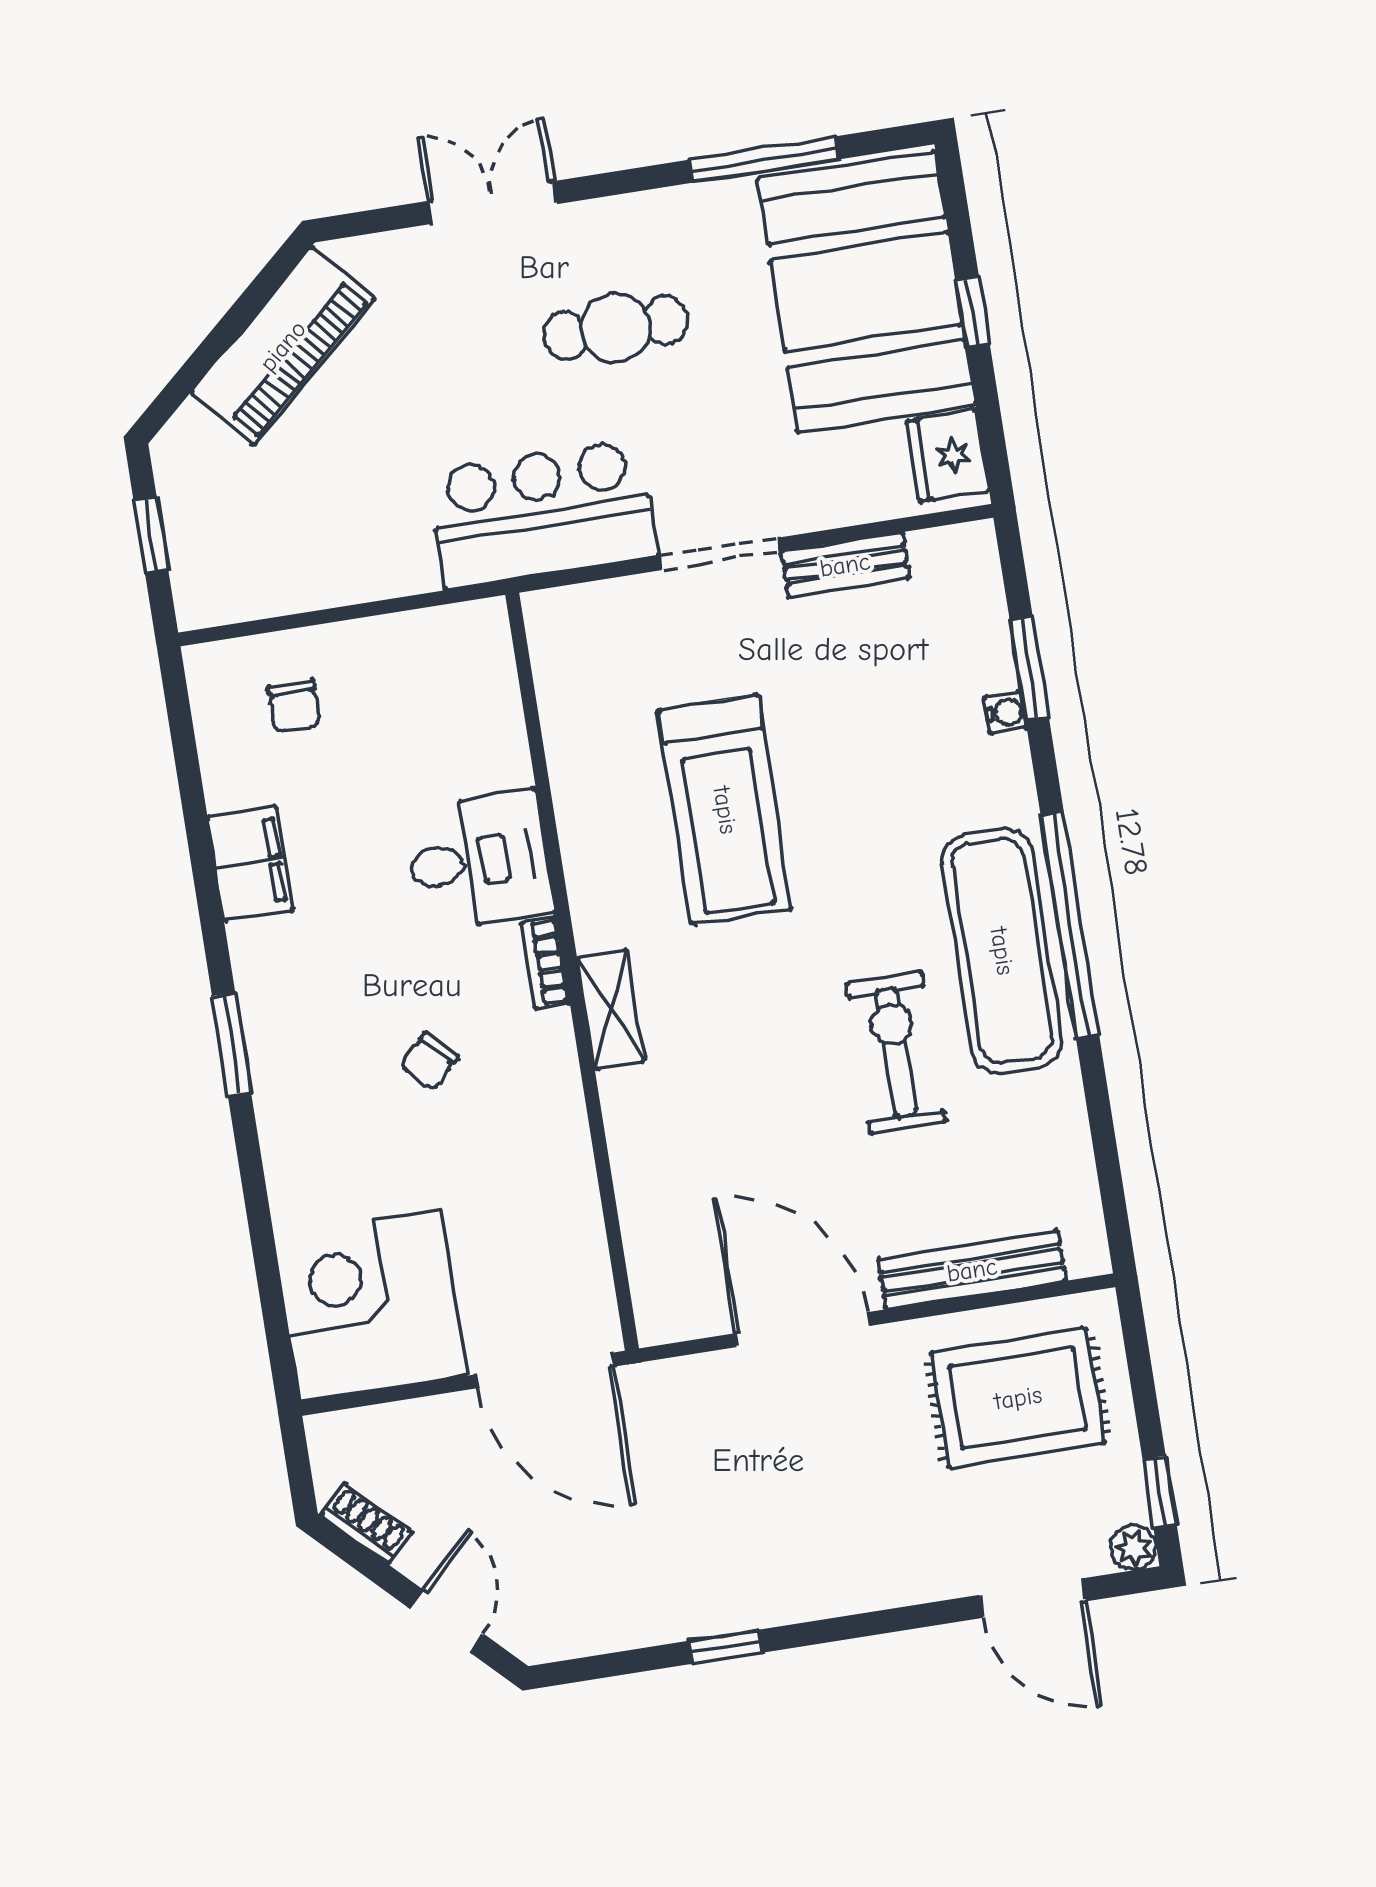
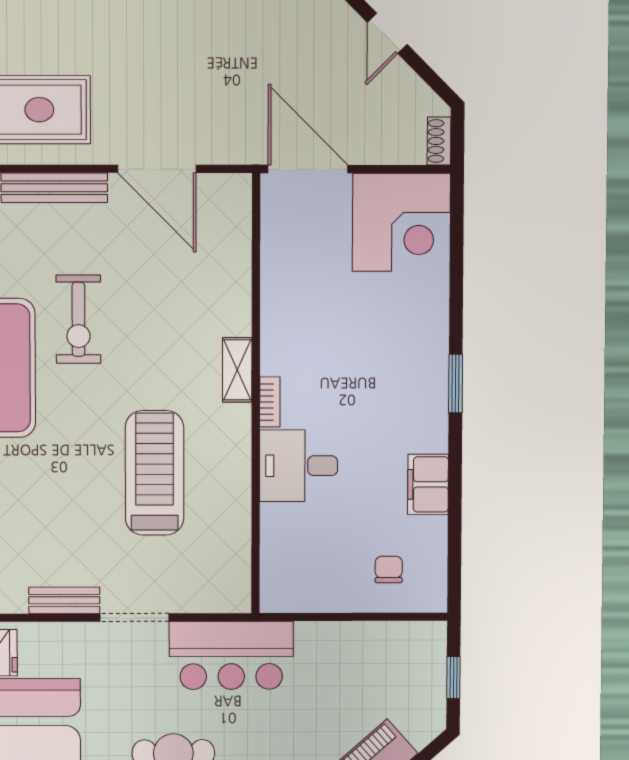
chair: (429, 1061) -> (345, 356), removed
shoe rack: (366, 1523) -> (439, 141), moved, turned 45

